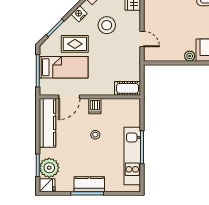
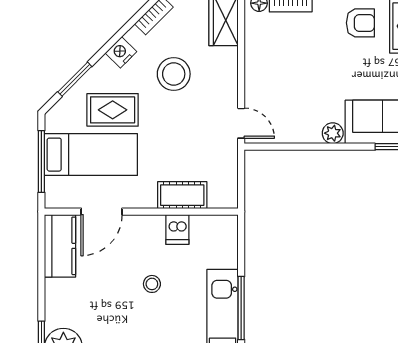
door: (142, 39) -> (241, 123), moved
cot: (128, 88) -> (182, 195), moved
dishwasher: (95, 106) -> (177, 229), moved
kitchen counter: (47, 123) -> (60, 246), width x0.67

